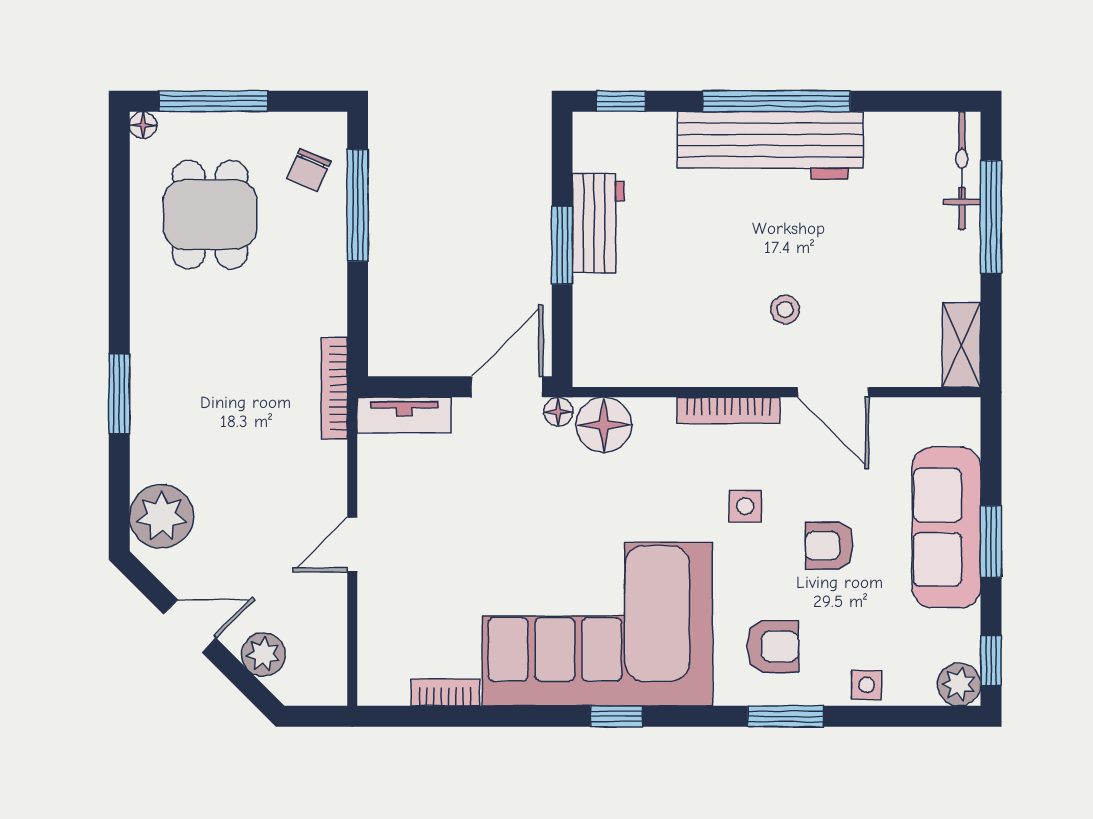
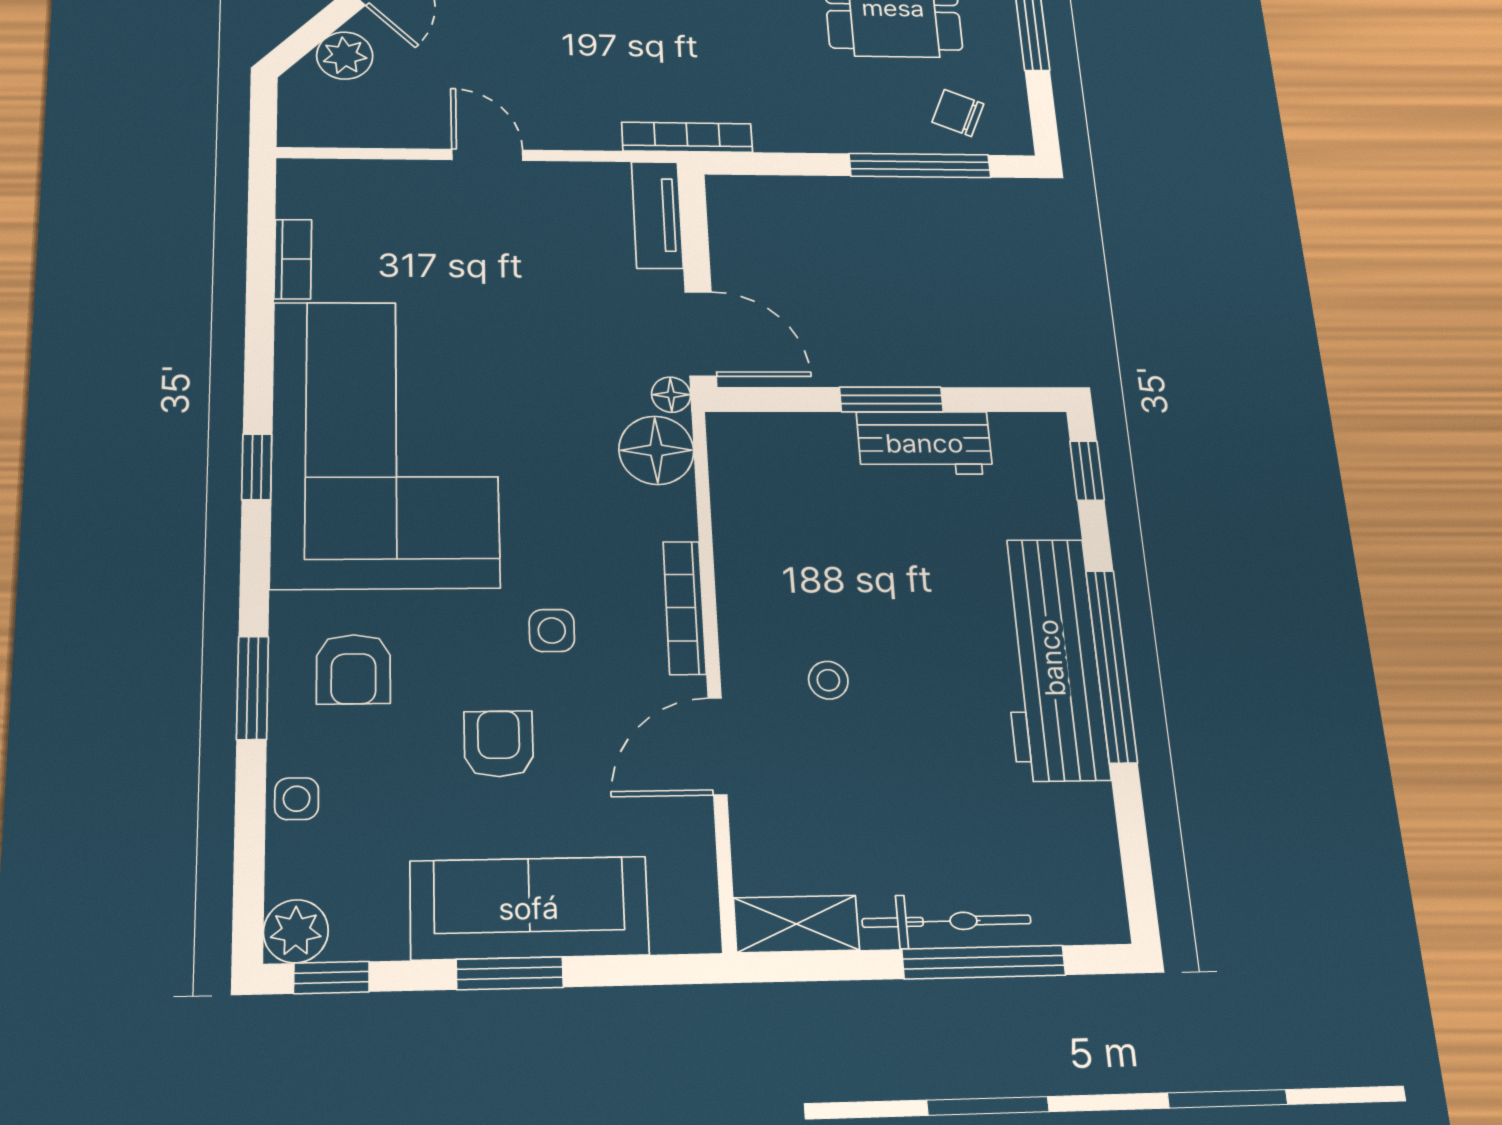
bicycle: (962, 171) -> (947, 921), moved

